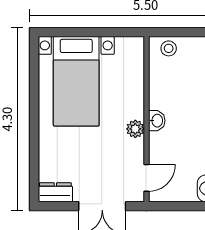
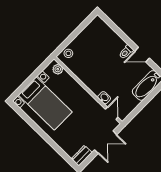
washbasin: (157, 121) -> (104, 98), moved
plant: (135, 129) -> (58, 69), moved

